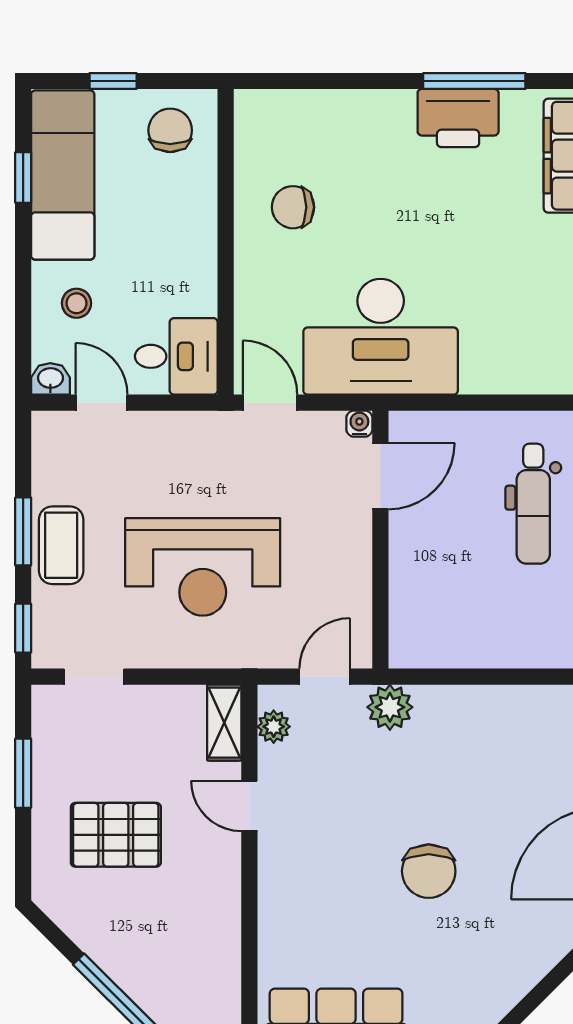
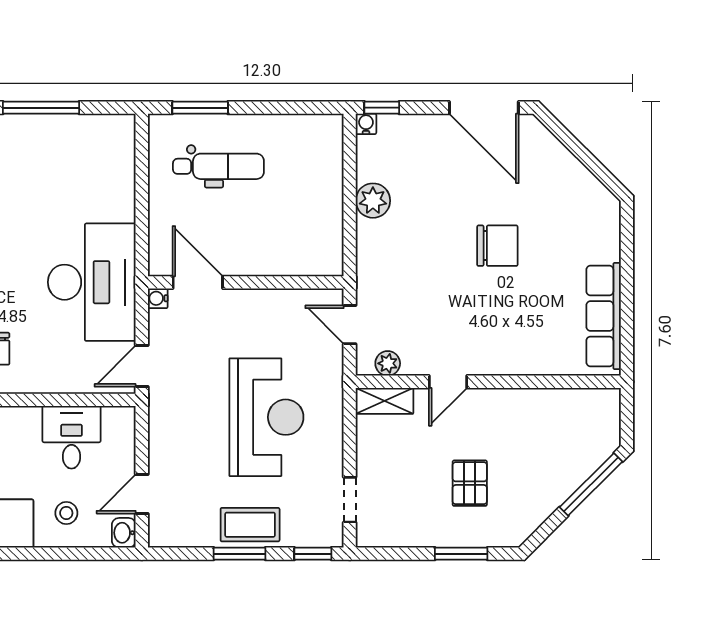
desk: (176, 356) -> (72, 437), moved
plant: (390, 707) -> (373, 201), moved
window: (23, 773) -> (461, 554), moved
pallet: (116, 835) -> (470, 483), width x0.67, depth x0.71

